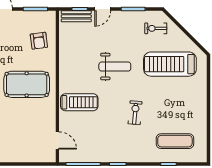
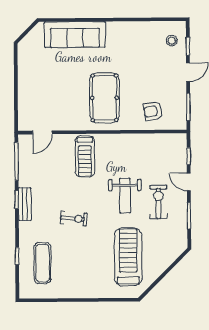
bench: (76, 16) -> (25, 204), moved
exercise bike: (156, 28) -> (159, 202), moved, width x1.38, depth x1.39

